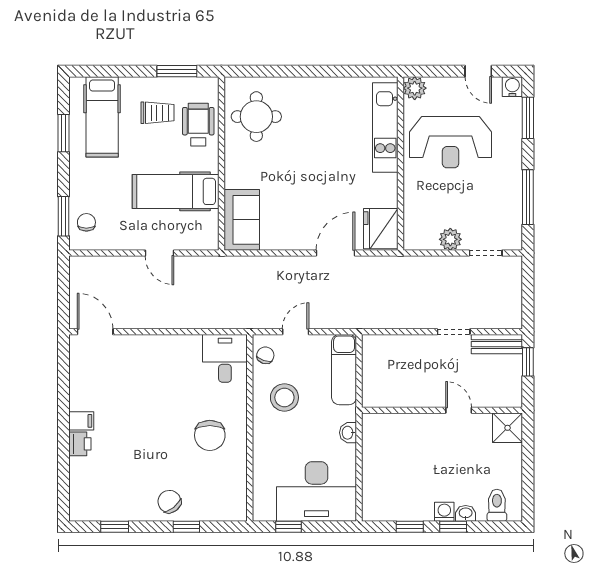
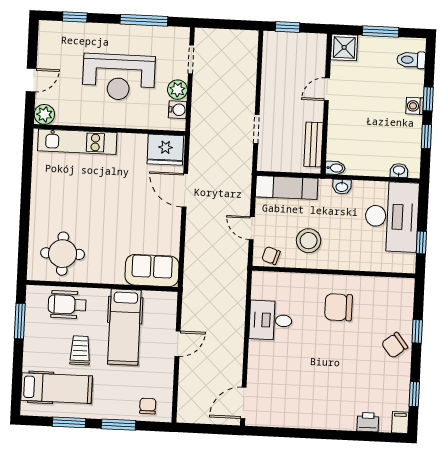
door: (478, 71) -> (31, 80), moved
water cooler: (512, 87) -> (178, 110), moved, turned 180
trolley: (157, 113) -> (80, 350), moved
window: (528, 118) -> (75, 17), width x0.67
reception desk: (451, 142) -> (119, 77), moved, turned 90
window: (64, 216) -> (119, 425), moved
chair: (86, 222) -> (148, 406), turned 90
doorway: (454, 332) -> (256, 129), moved
bench: (497, 344) -> (314, 145), moved
desk: (225, 358) -> (271, 320), moved
filing cabinet: (81, 421) -> (400, 422), moved
bidet: (369, 424) -> (335, 168), added
chair: (210, 435) -> (339, 307), turned 180
printer: (80, 444) -> (368, 422), moved
window: (528, 469) -> (381, 31), added
washbasin: (466, 513) -> (399, 170), moved, turned 90

